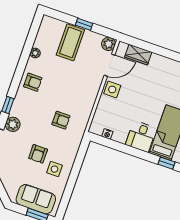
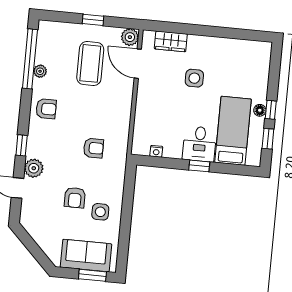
window: (30, 42) -> (30, 59), added
coffee table: (70, 42) -> (90, 63), moved
door: (109, 65) -> (138, 64), swing flipped
side table: (112, 89) -> (194, 78), moved
window: (167, 163) -> (199, 166), moved

